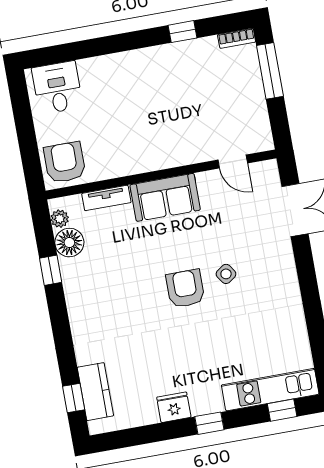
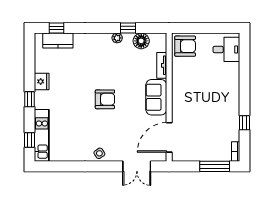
door: (233, 162) -> (169, 137), width x1.88
plant: (60, 219) -> (117, 38), moved
side table: (226, 274) -> (99, 153), moved

